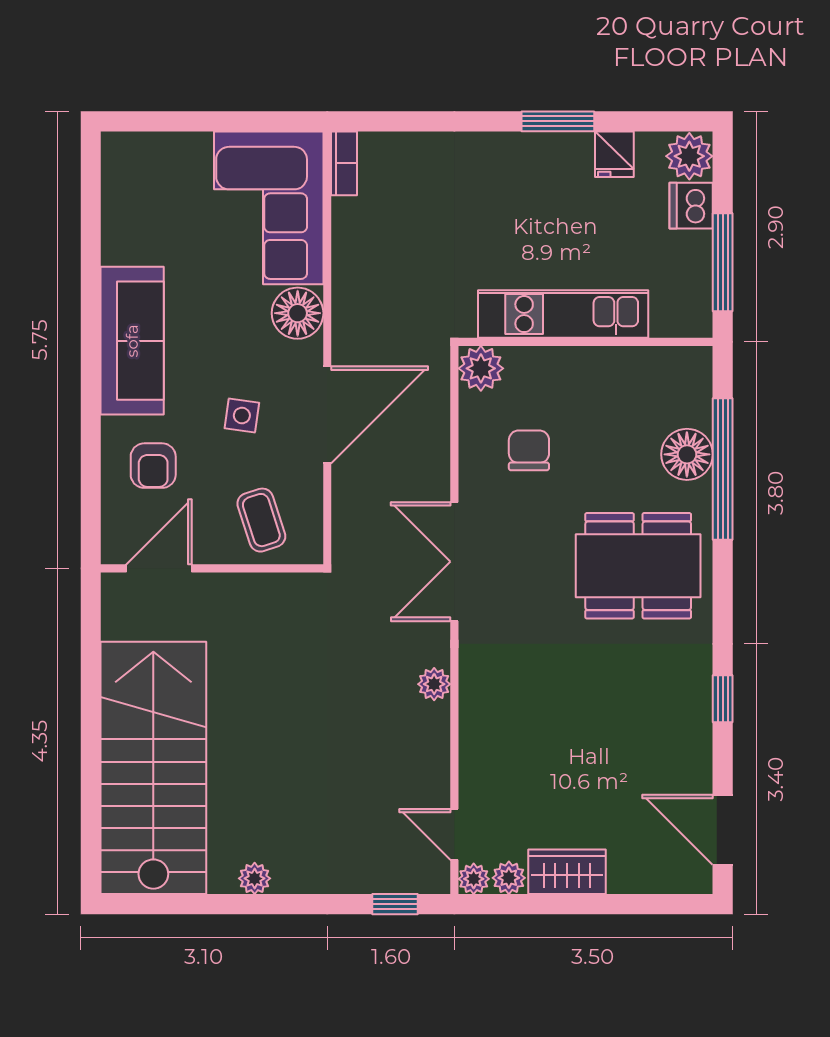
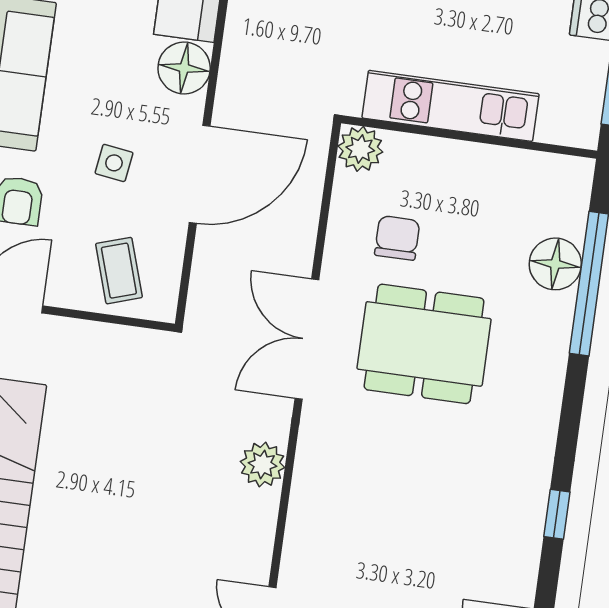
dining table: (638, 566) -> (424, 344), moved
plant: (434, 684) -> (263, 464), width x1.38, depth x1.38

